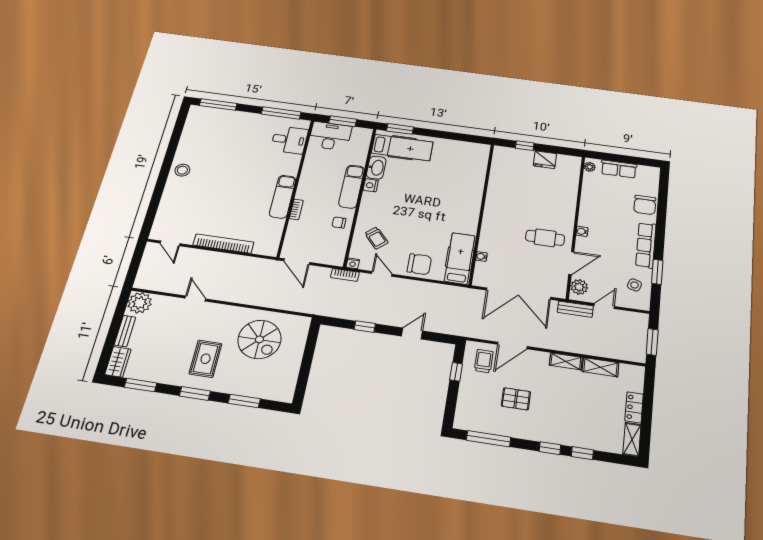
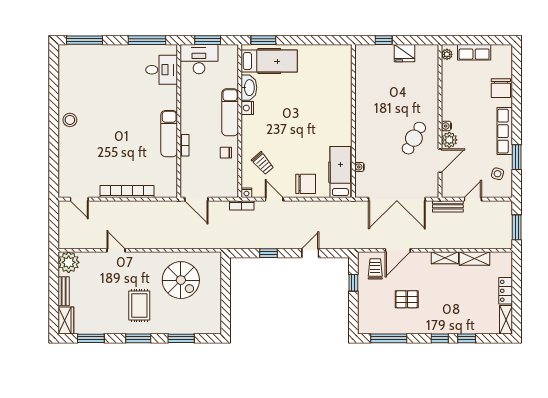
cafe table: (545, 238) -> (414, 138), turned -61
plant: (579, 287) -> (449, 140), moved

